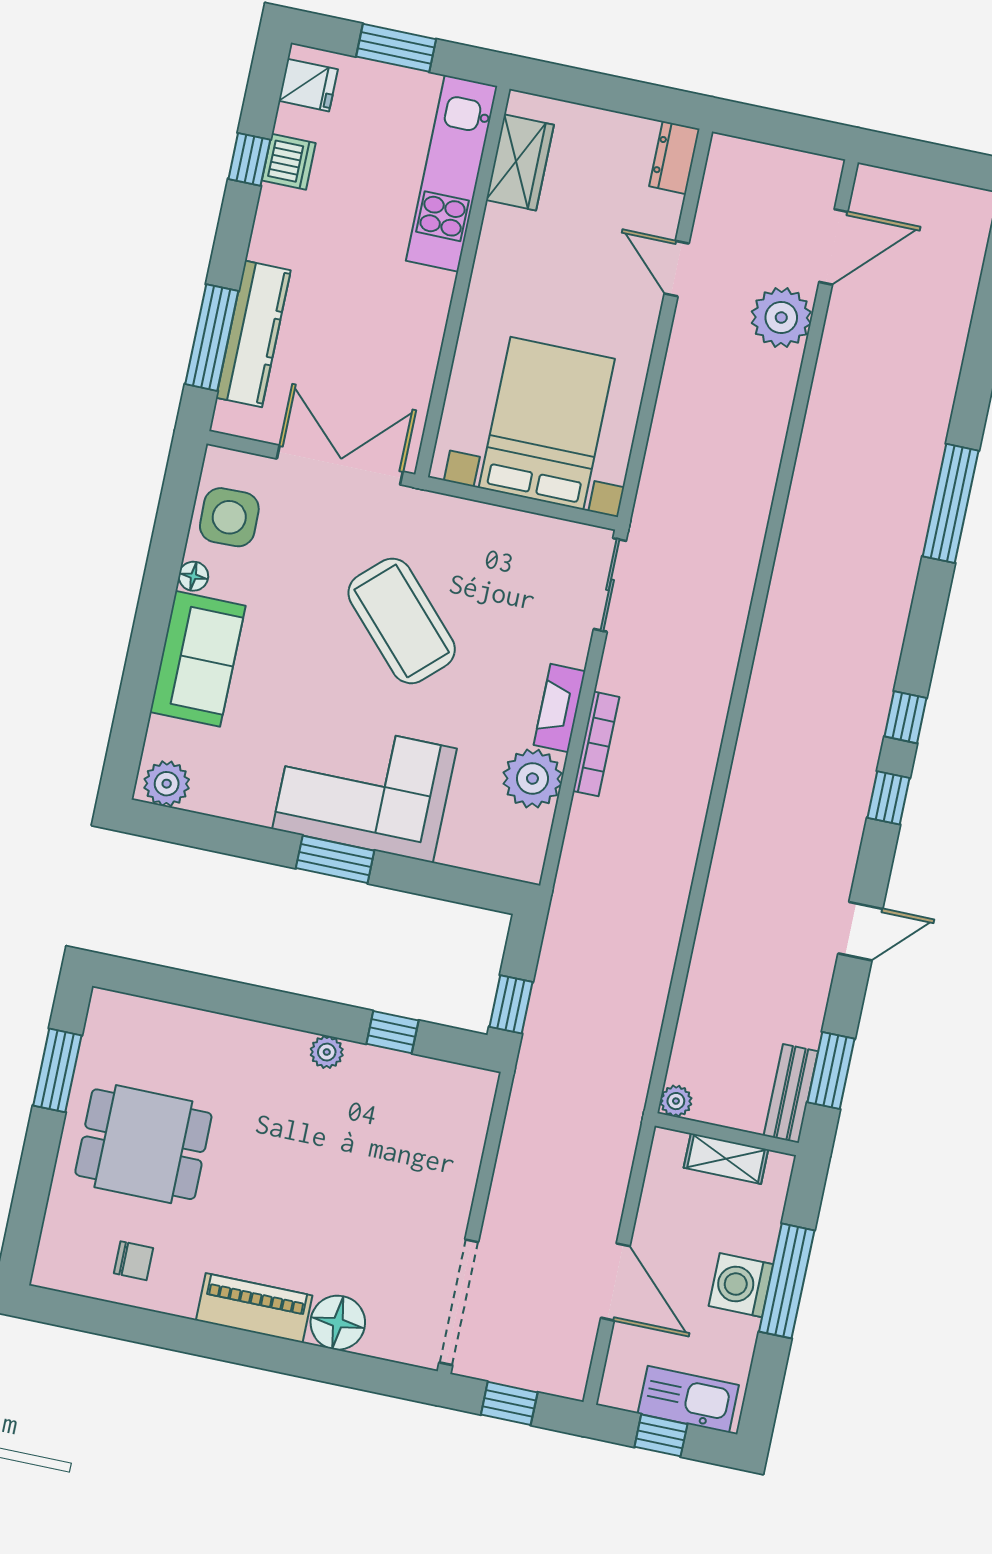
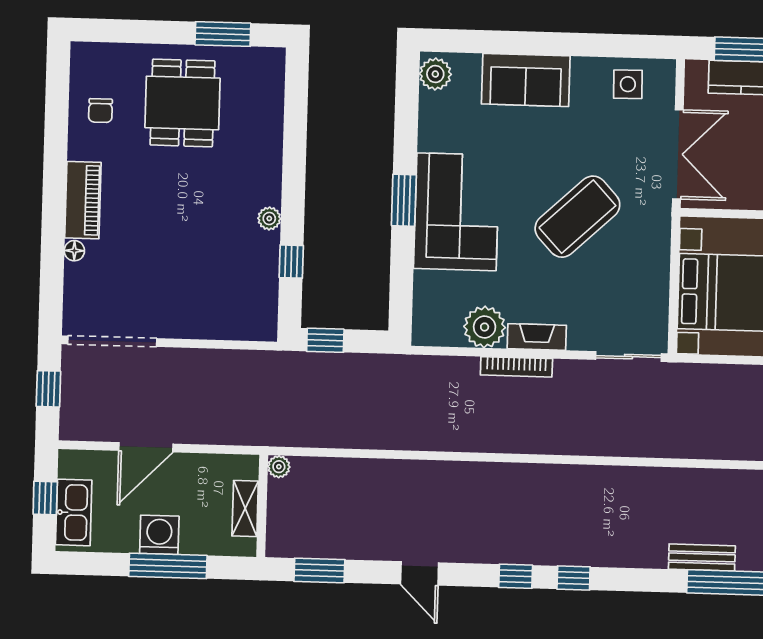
side table: (229, 517) -> (628, 84), width x0.73, depth x0.73
floor lamp: (193, 576) -> (583, 67), removed
bench: (791, 1093) -> (702, 557), moved
floor lamp: (338, 1323) -> (74, 251), width x0.53, depth x0.53

